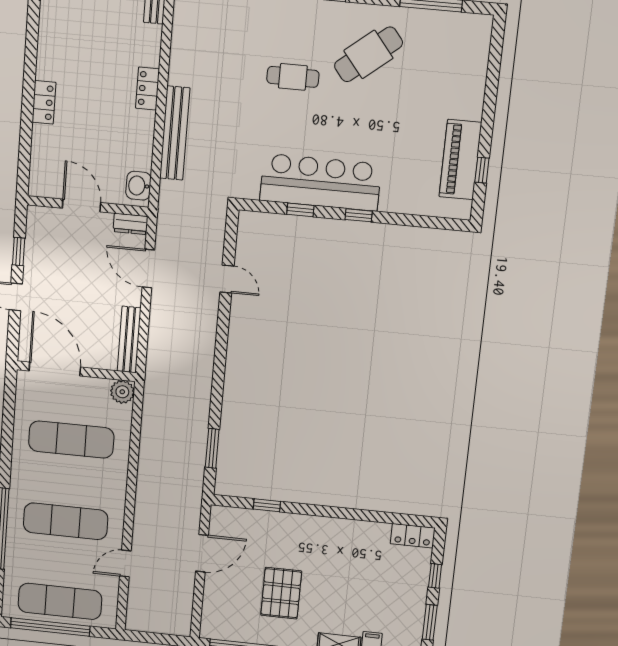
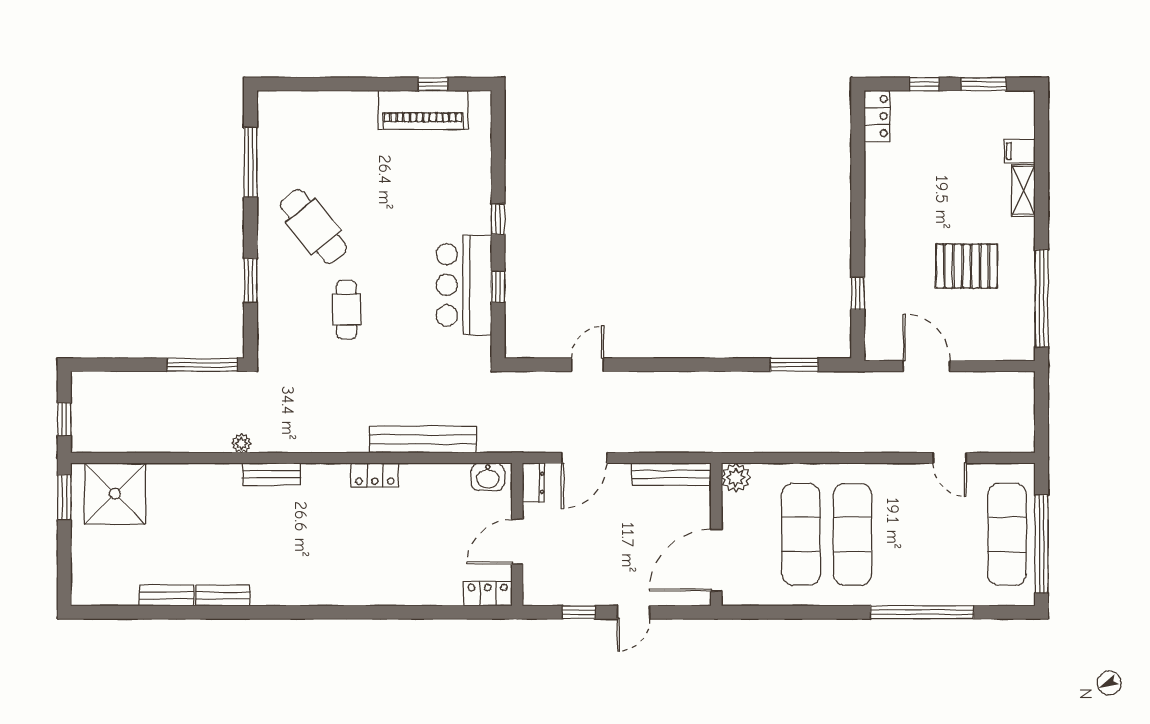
locker: (44, 102) -> (488, 594), moved
bar counter: (320, 182) -> (464, 285), width x0.73
exercise mat: (66, 521) -> (852, 534), moved

